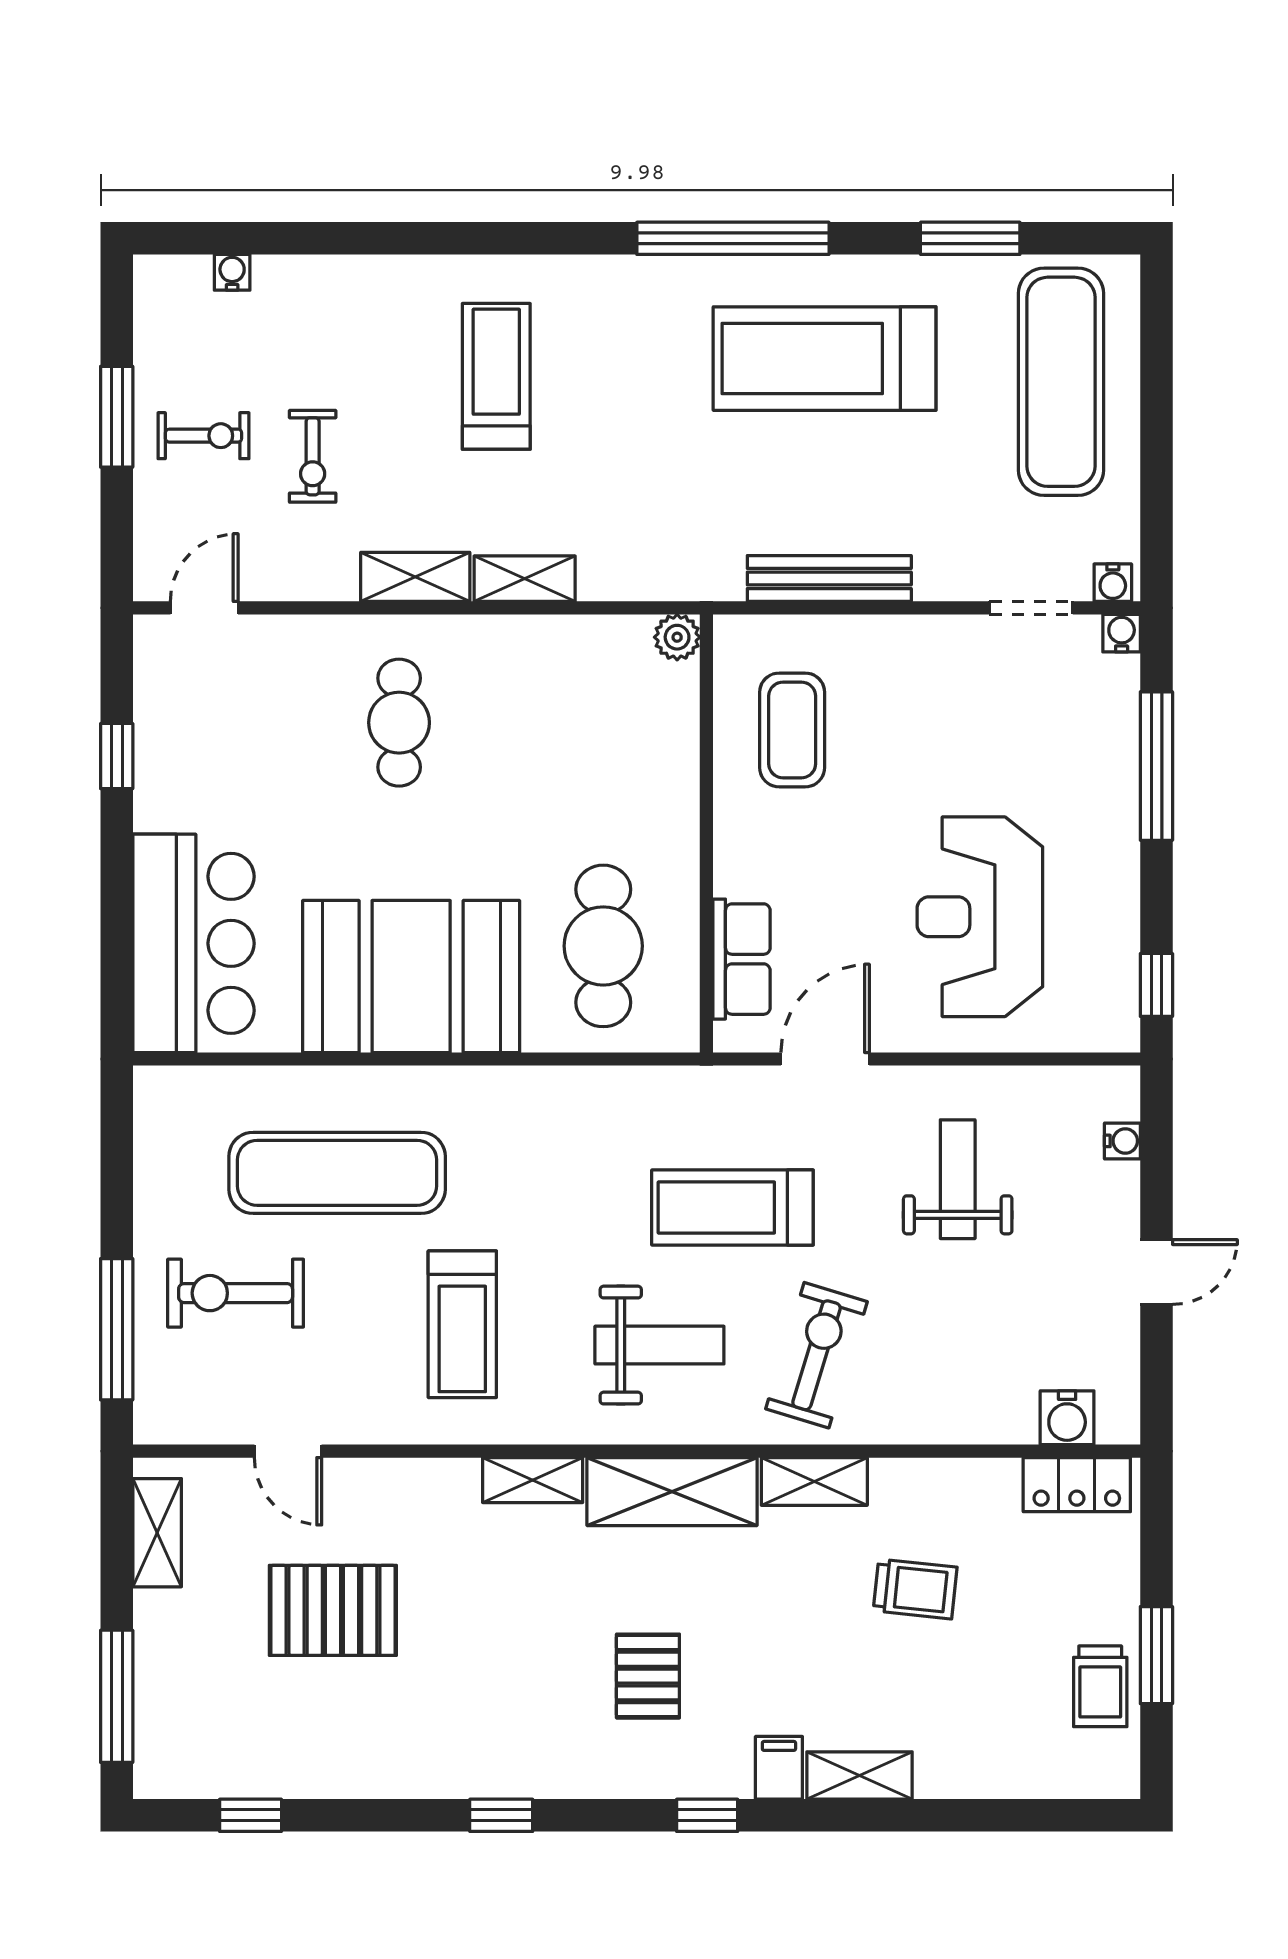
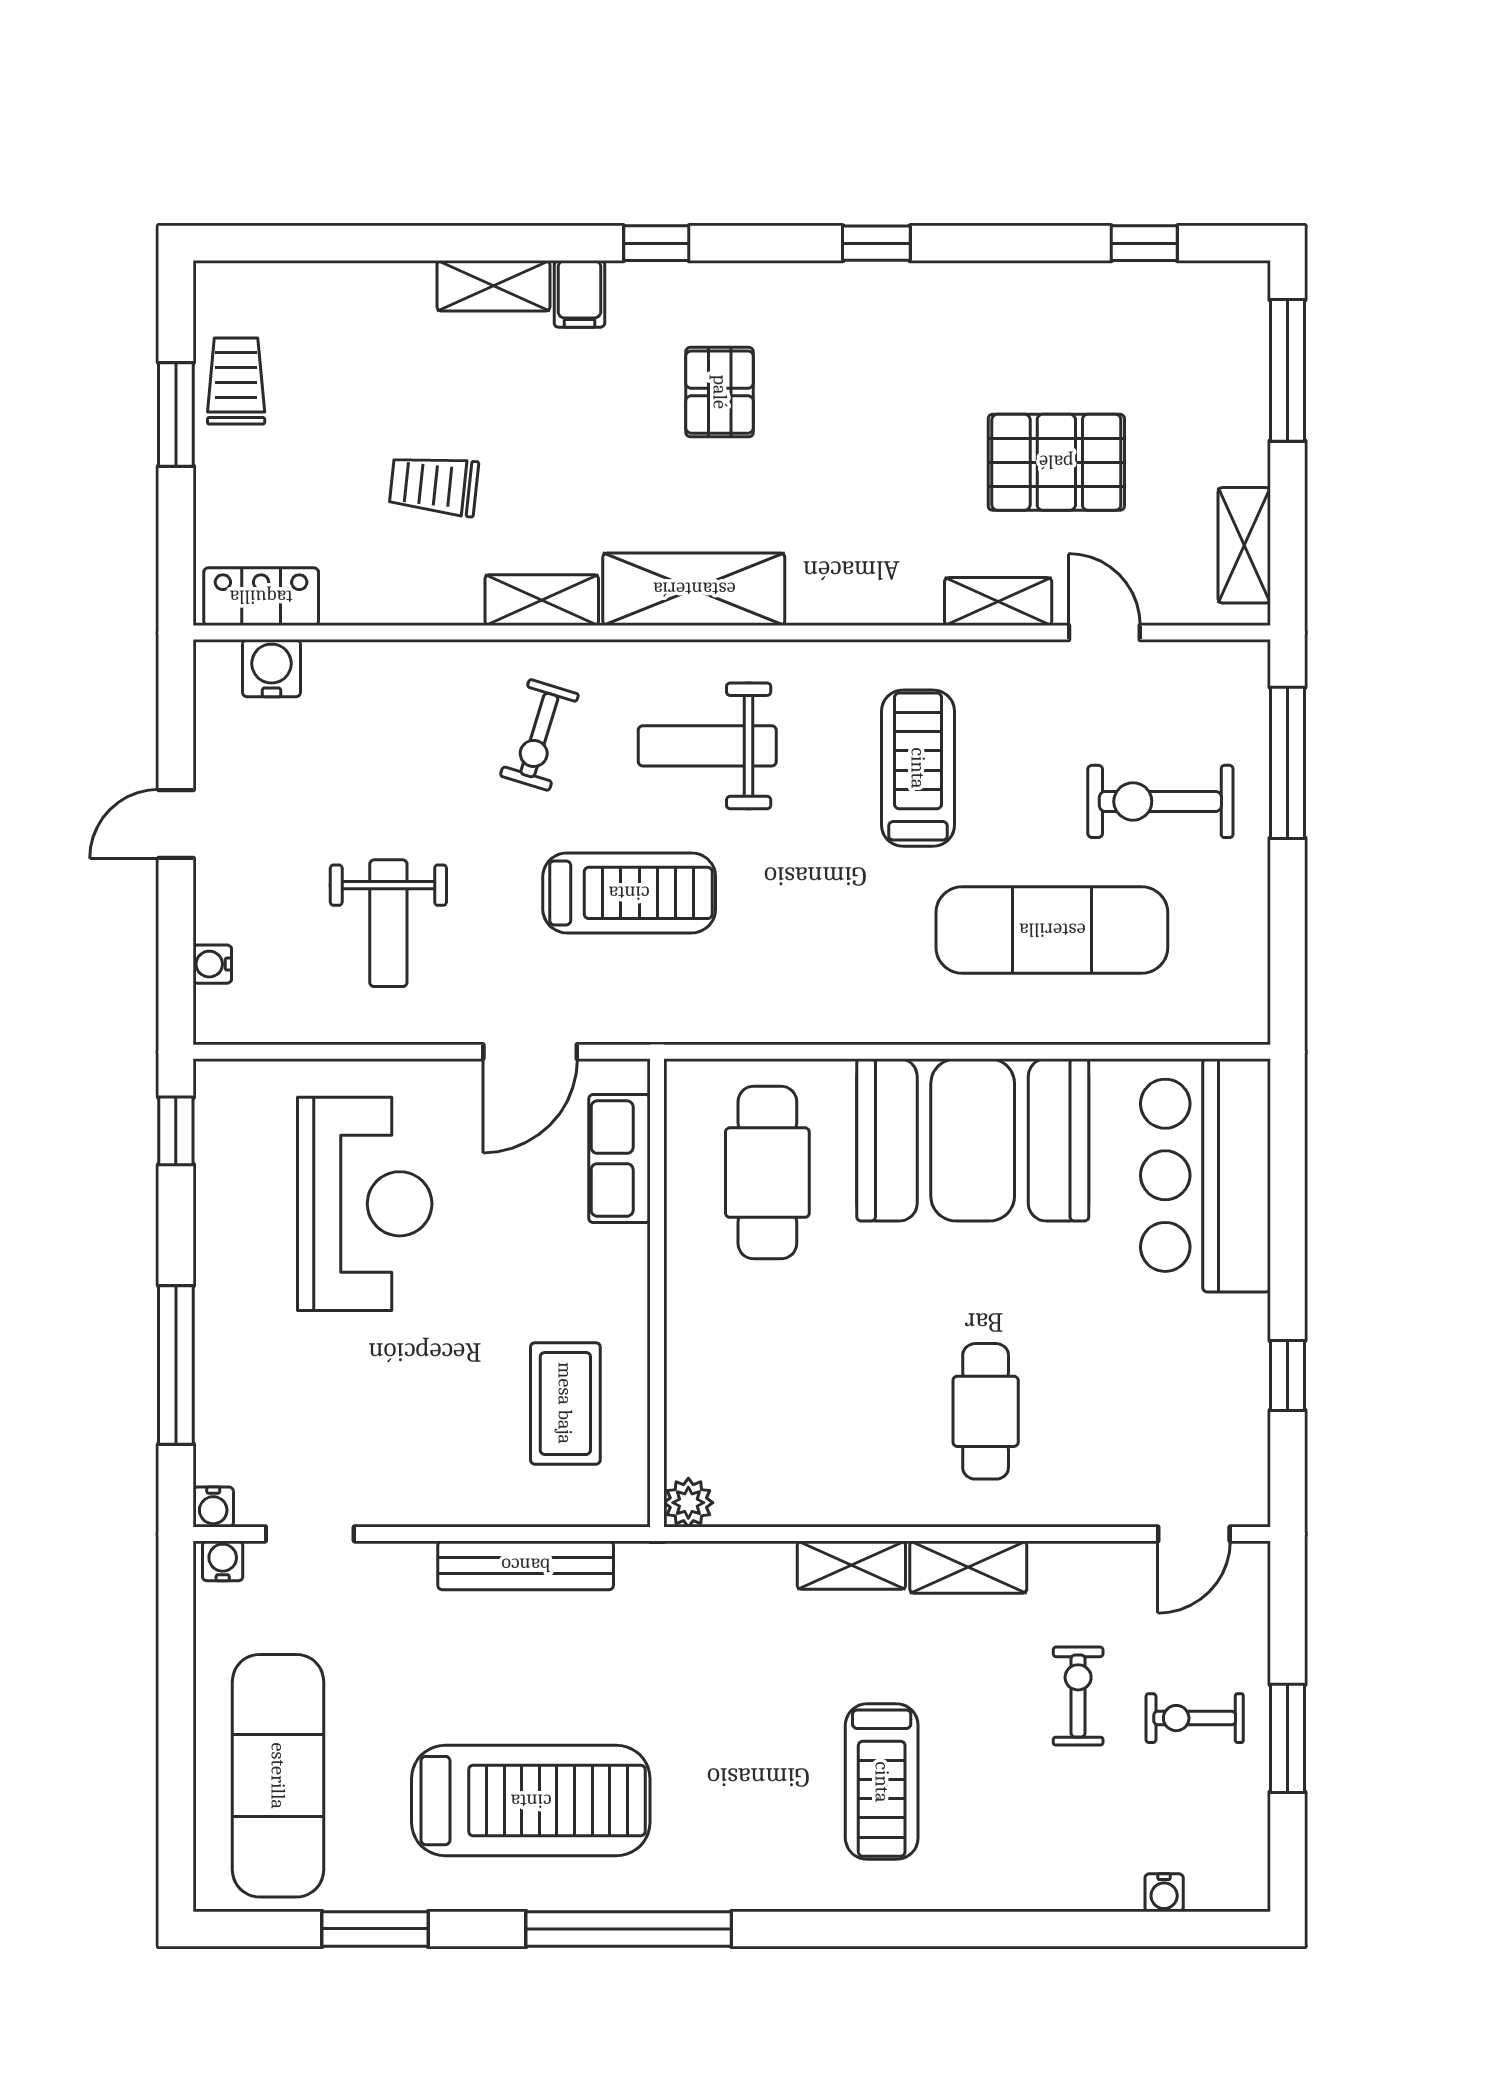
exercise bike: (236, 1293) -> (1160, 801), turned 180
exercise bike: (817, 1355) -> (539, 735), width x0.73, depth x0.72
shelving: (533, 1480) -> (998, 602), moved

